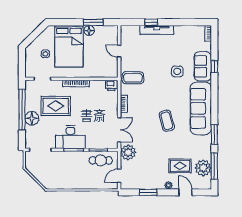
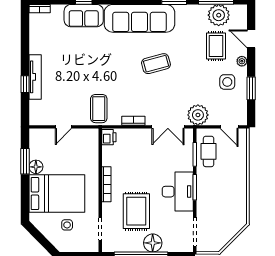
side table: (177, 71) -> (227, 82), moved
double door: (119, 130) -> (168, 127), swing flipped
door: (185, 192) -> (251, 39), hinge flipped

